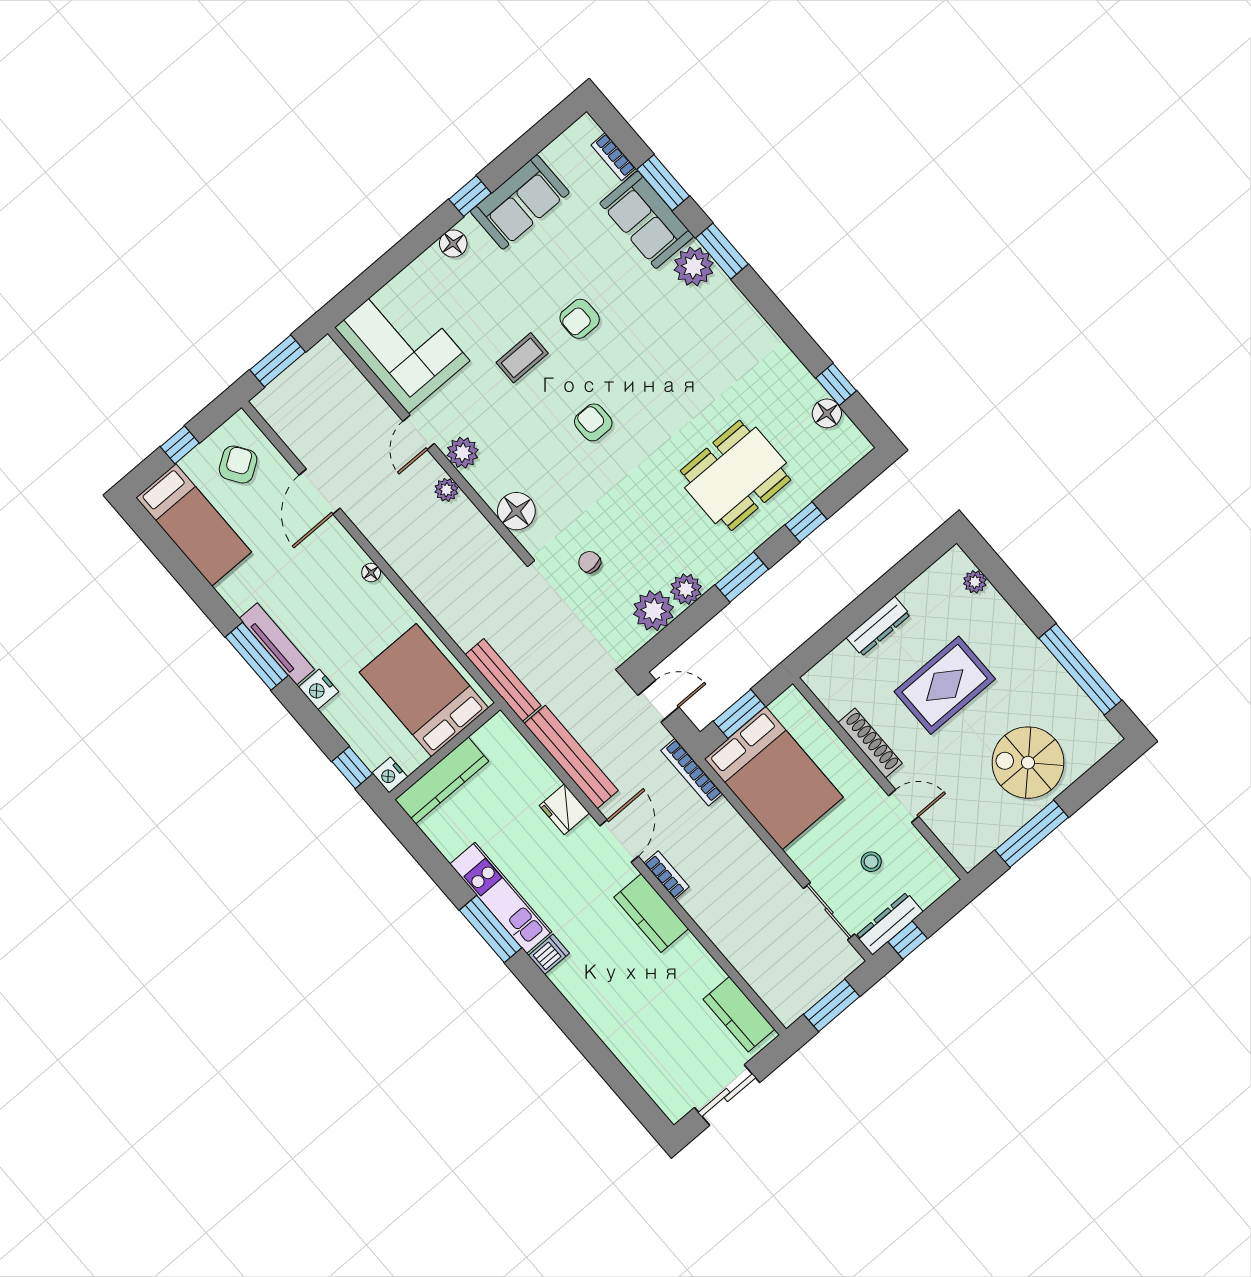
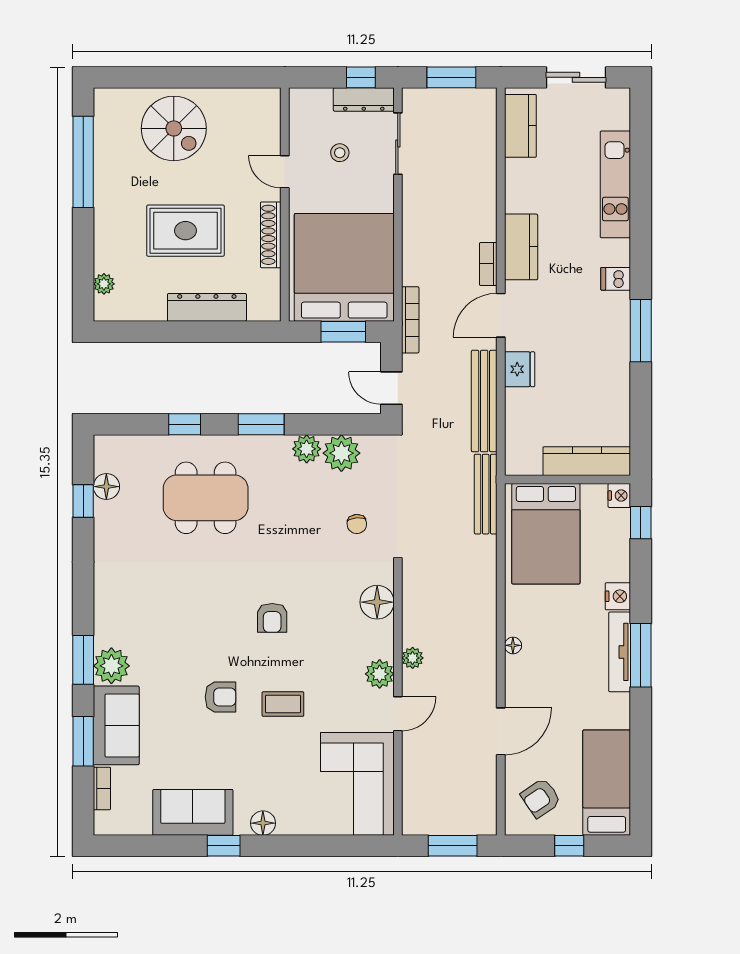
dresser: (878, 626) -> (207, 307), width x1.37, depth x1.24
bed: (774, 778) -> (344, 267), width x1.36
window: (1032, 834) -> (213, 77), removed
kitchen unit: (501, 898) -> (615, 184), moved

